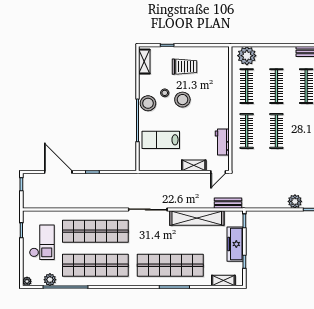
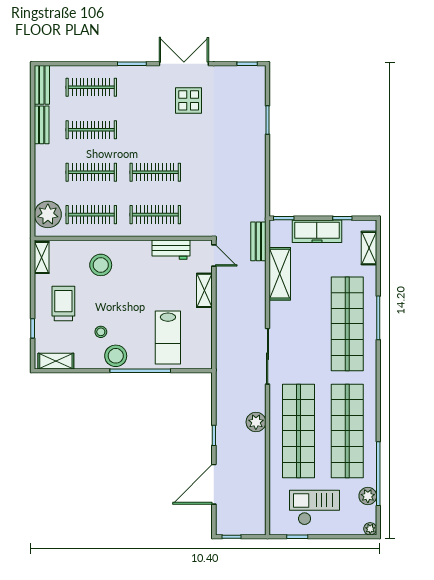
shelving: (217, 51) -> (42, 258), added
stool: (182, 100) -> (101, 265), moved
plant: (295, 201) -> (256, 422), moved
shelving: (197, 218) -> (280, 274), width x0.68

